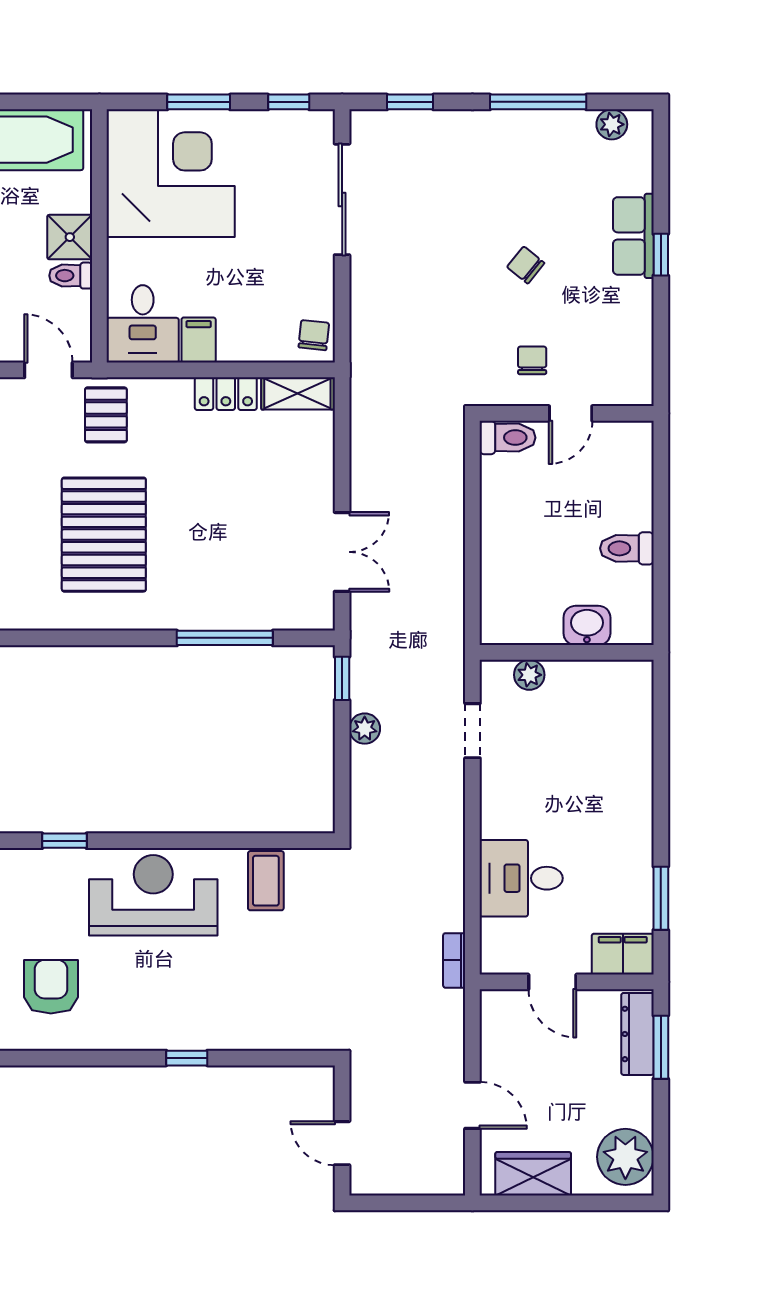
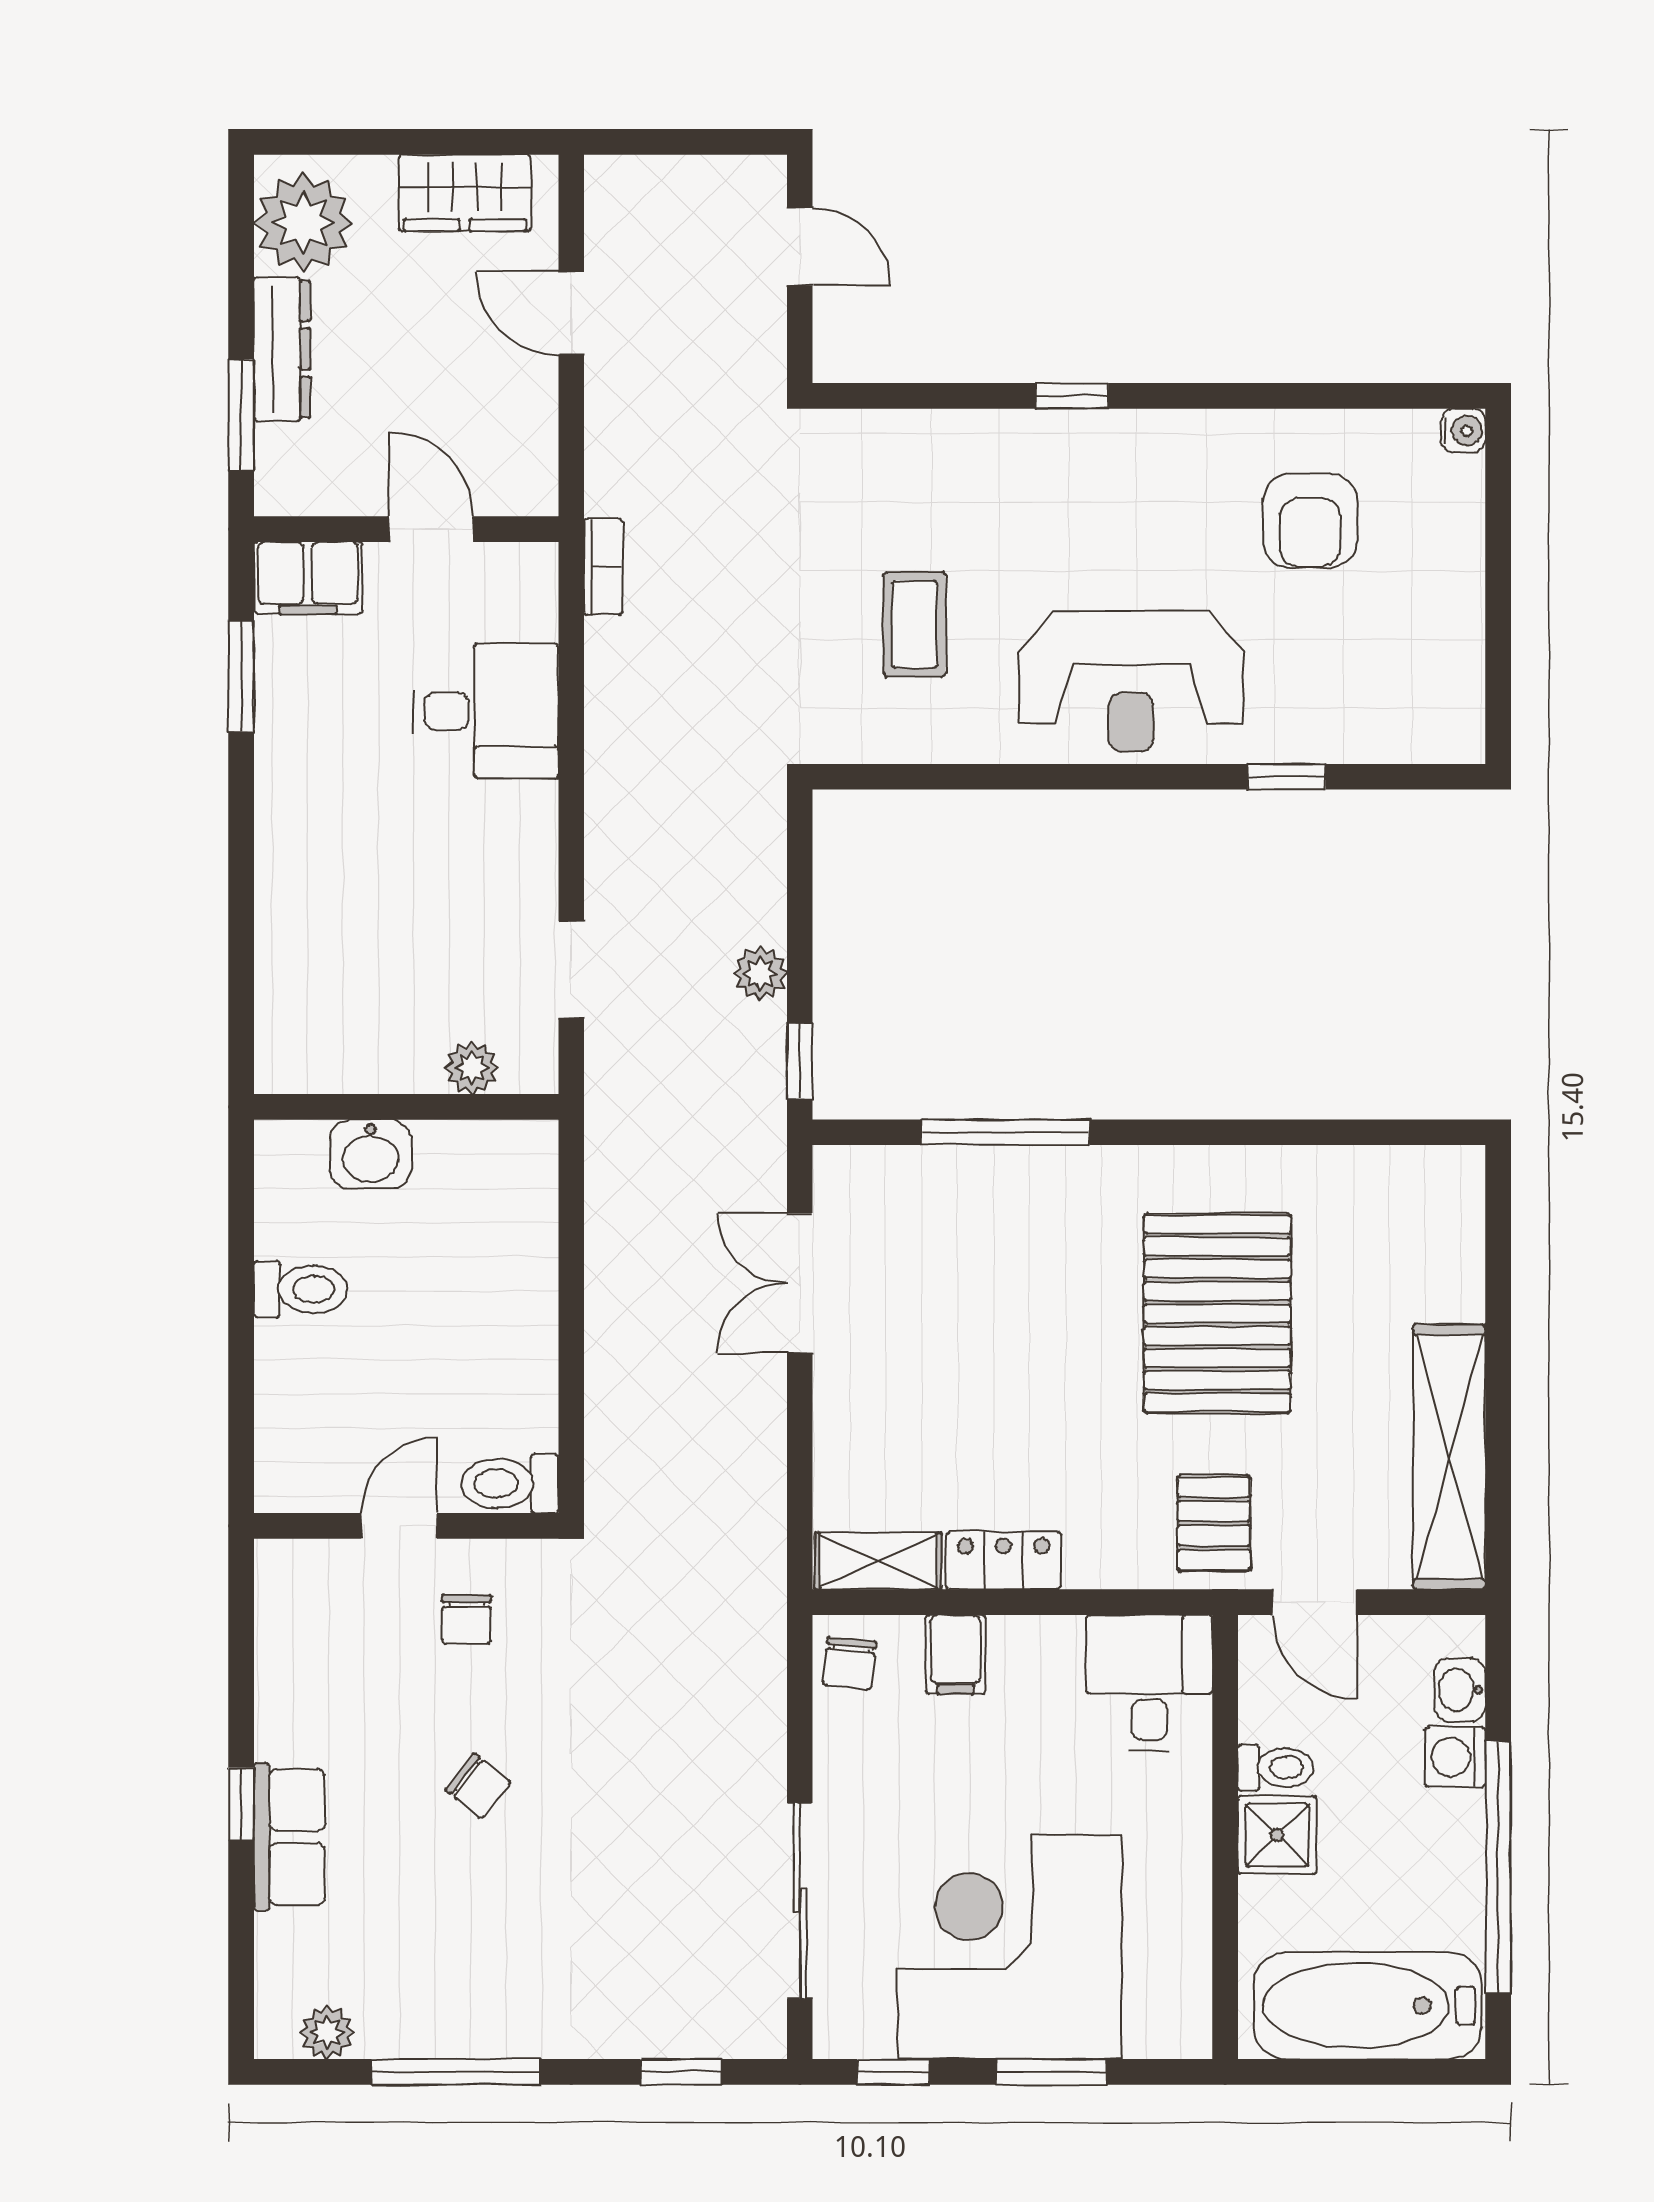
corner desk: (171, 173) -> (1009, 1947), moved, turned 90
filing cabinet: (199, 340) -> (956, 1655), moved
coffee table: (266, 881) -> (915, 624), moved
dresser: (637, 1034) -> (282, 349), moved

